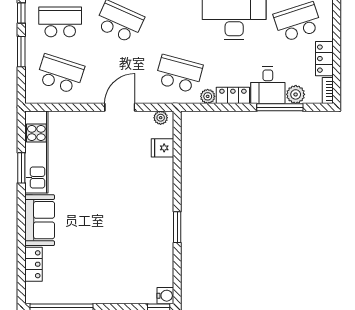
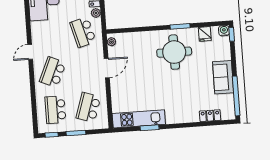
school desk: (179, 74) -> (83, 32), turned -30
door: (120, 107) -> (107, 68), swing flipped
fridge: (162, 148) -> (205, 34), moved
round table: (137, 215) -> (174, 52), added
sofa: (40, 220) -> (223, 77), moved, turned -90

